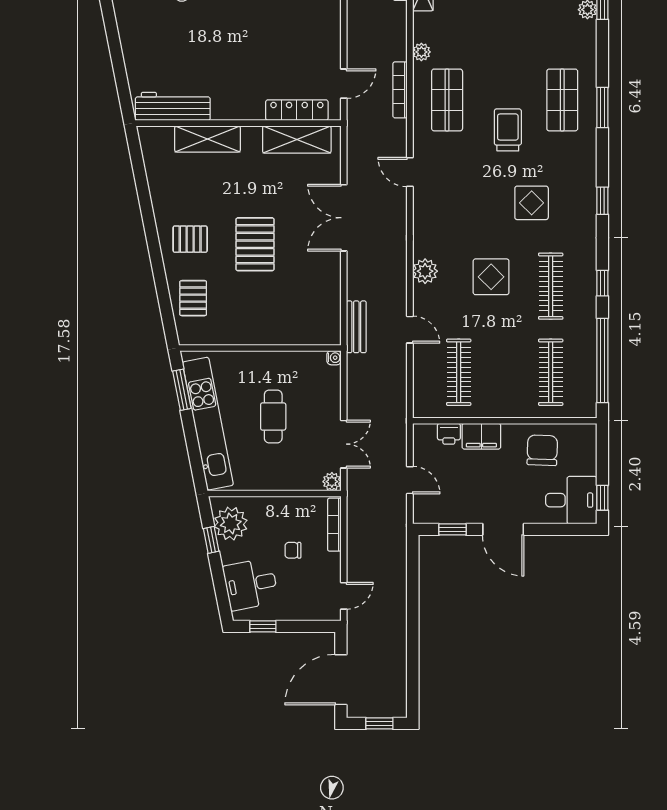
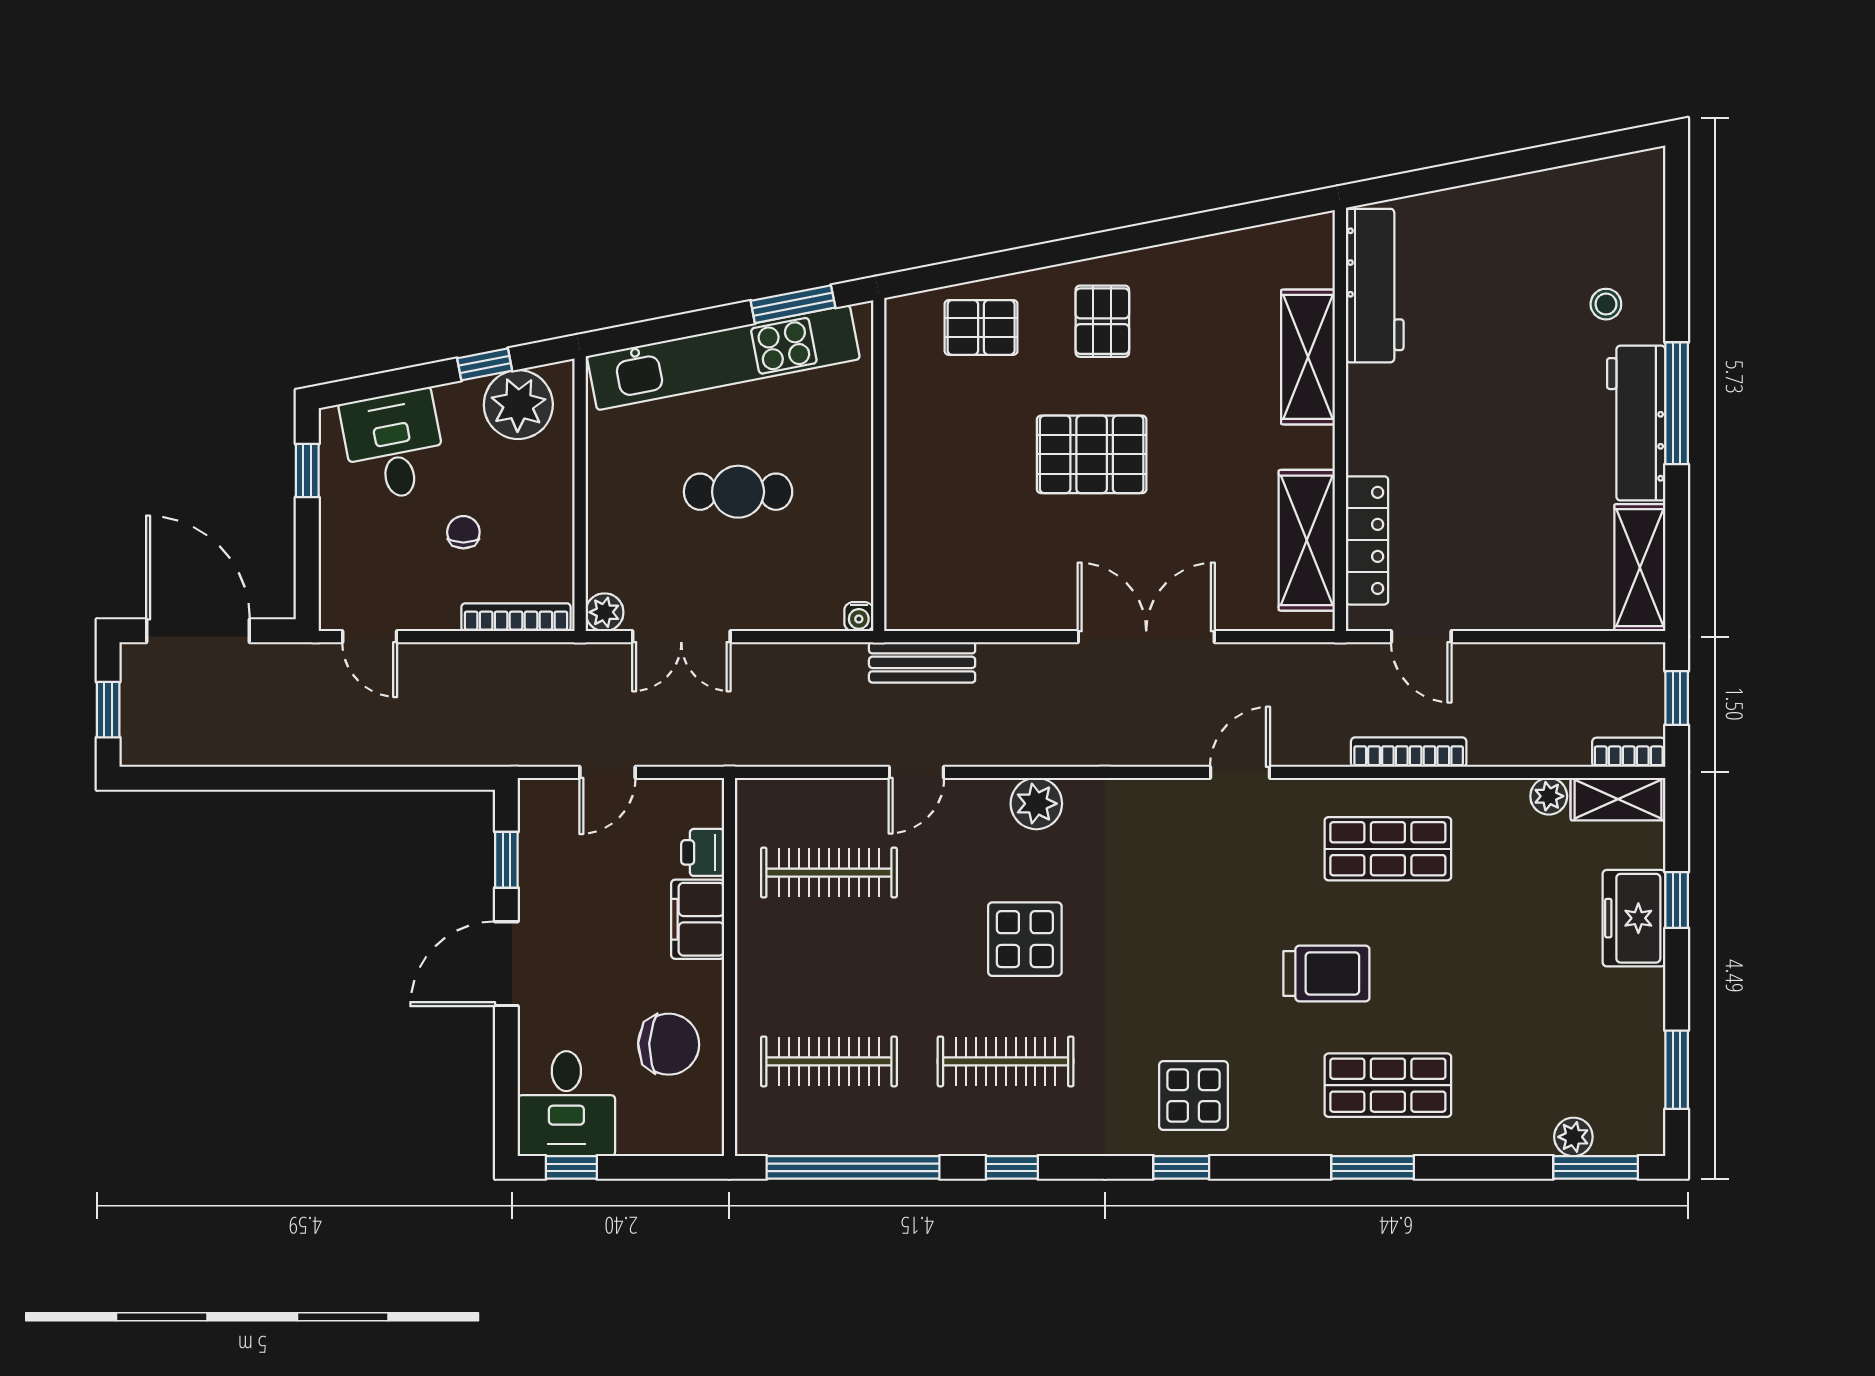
plant: (421, 52) -> (1549, 796), moved
display table: (532, 203) -> (1193, 1096), moved

